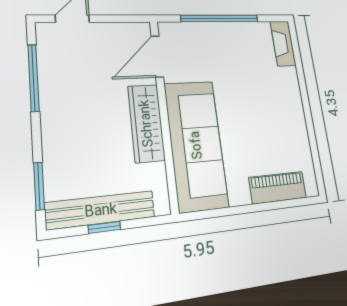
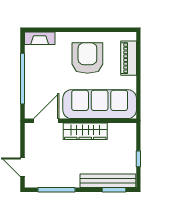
door: (157, 57) -> (46, 121), swing flipped
armchair: (267, 119) -> (87, 58), added
bench: (101, 210) -> (108, 181), moved, turned 90

